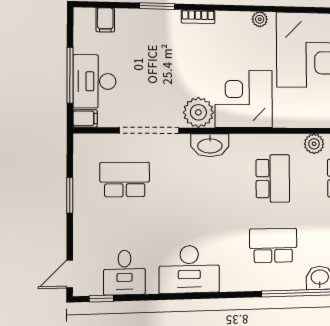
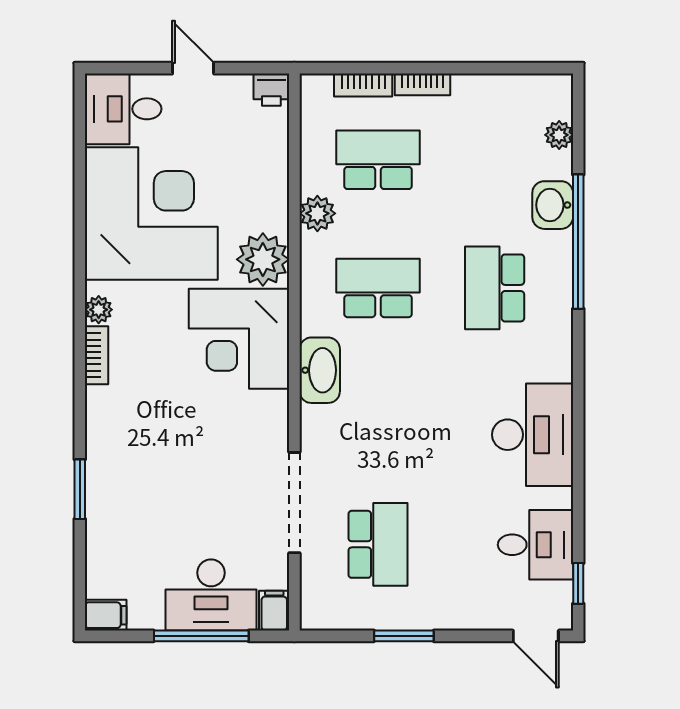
bookcase: (198, 17) -> (97, 355), moved
filing cabinet: (105, 20) -> (106, 615), moved
plant: (198, 112) -> (263, 259), moved
washbasin: (210, 145) -> (320, 370), moved
school desk: (125, 180) -> (378, 544), turned 180

